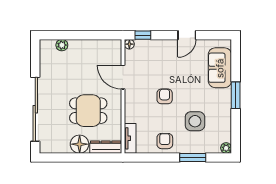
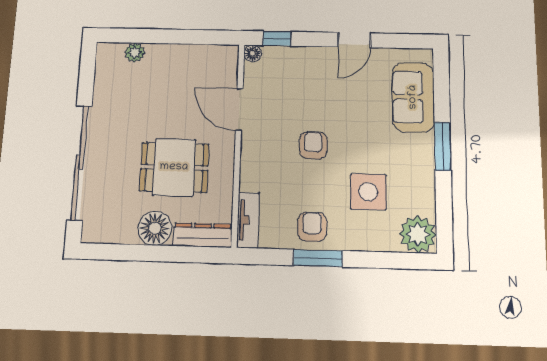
plant: (226, 148) -> (418, 234), width x1.88, depth x1.88
window: (193, 157) -> (318, 258), moved

